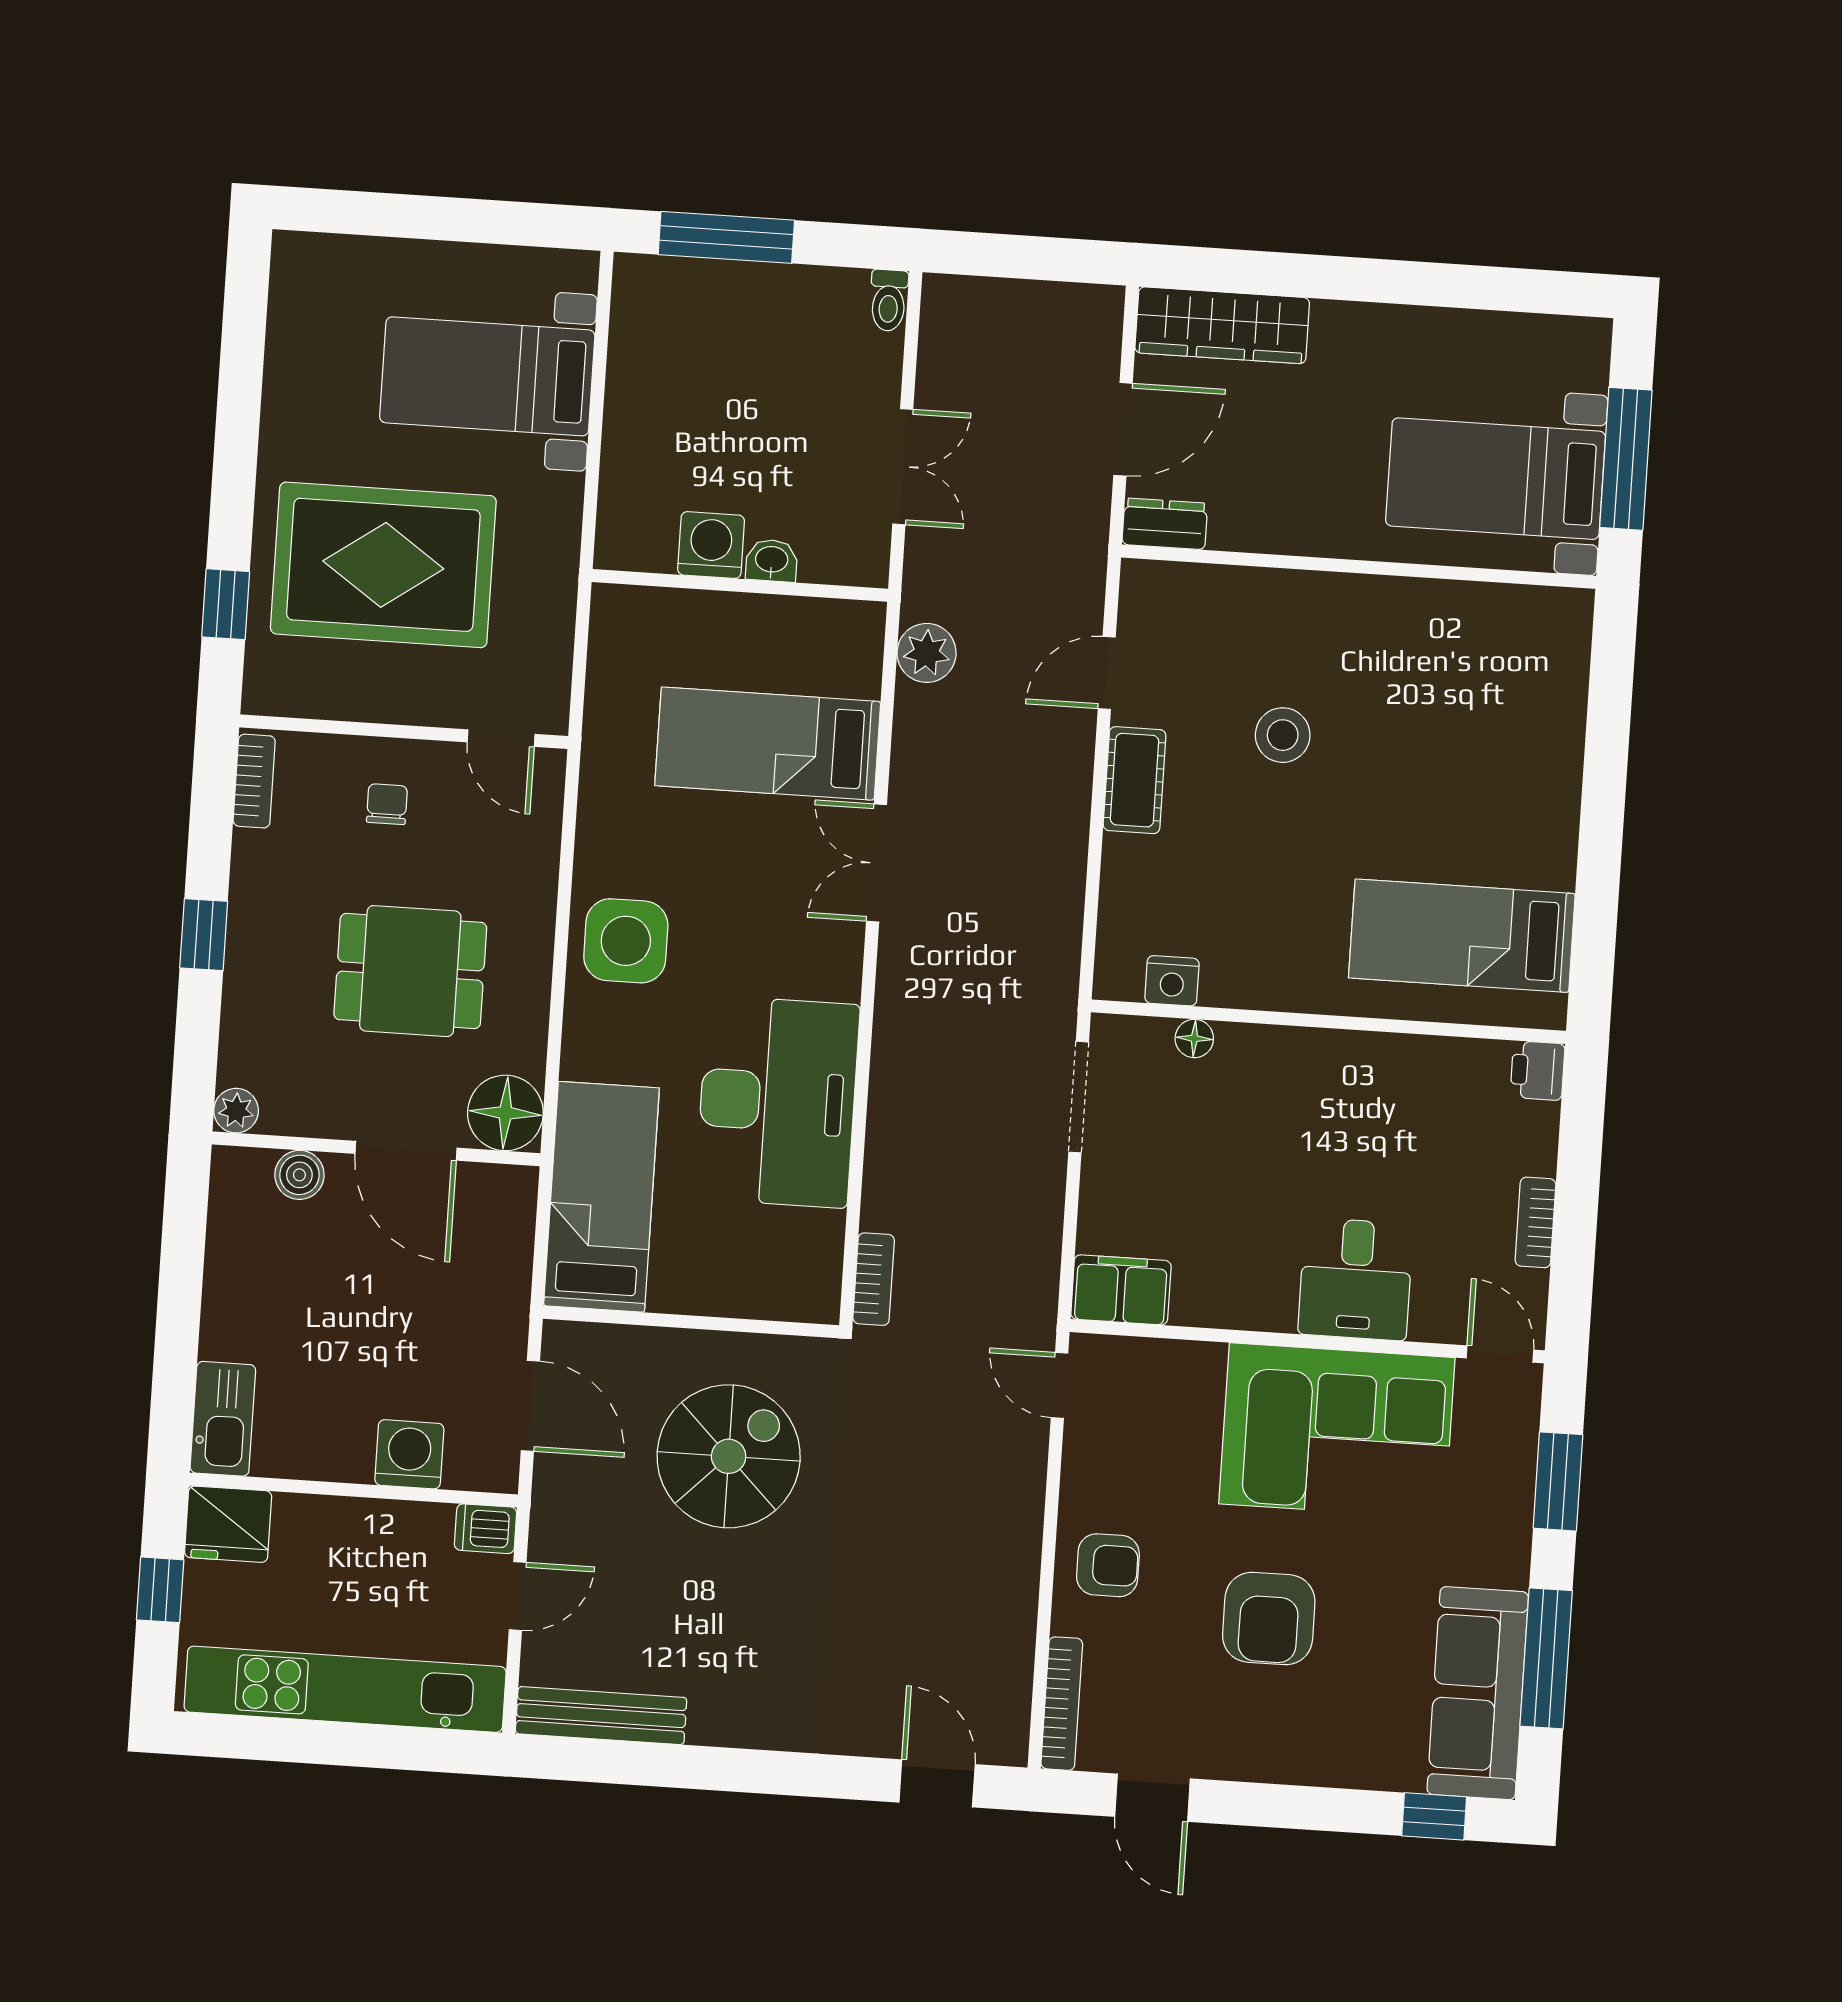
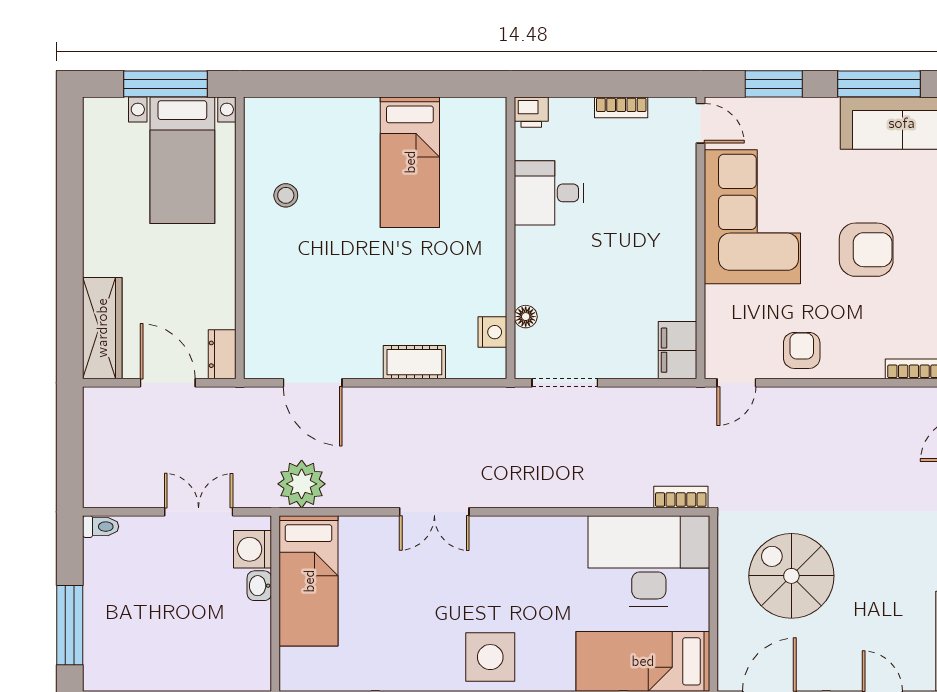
washing machine: (711, 545) -> (253, 549), moved
plant: (927, 653) -> (302, 484), width x1.36, depth x1.36
door: (1107, 673) -> (313, 383), width x1.38
stool: (1283, 735) -> (286, 195), moved, width x0.73, depth x0.73
bed: (768, 744) -> (309, 581), moved
cot: (1135, 780) -> (414, 362), moved
bed: (1462, 936) -> (410, 162), moved
desk: (777, 1102) -> (649, 561), moved
desk: (1356, 1279) -> (549, 193), moved, turned 180
door: (1500, 1354) -> (700, 123), swing flipped
armchair: (1108, 1565) -> (802, 350), moved

